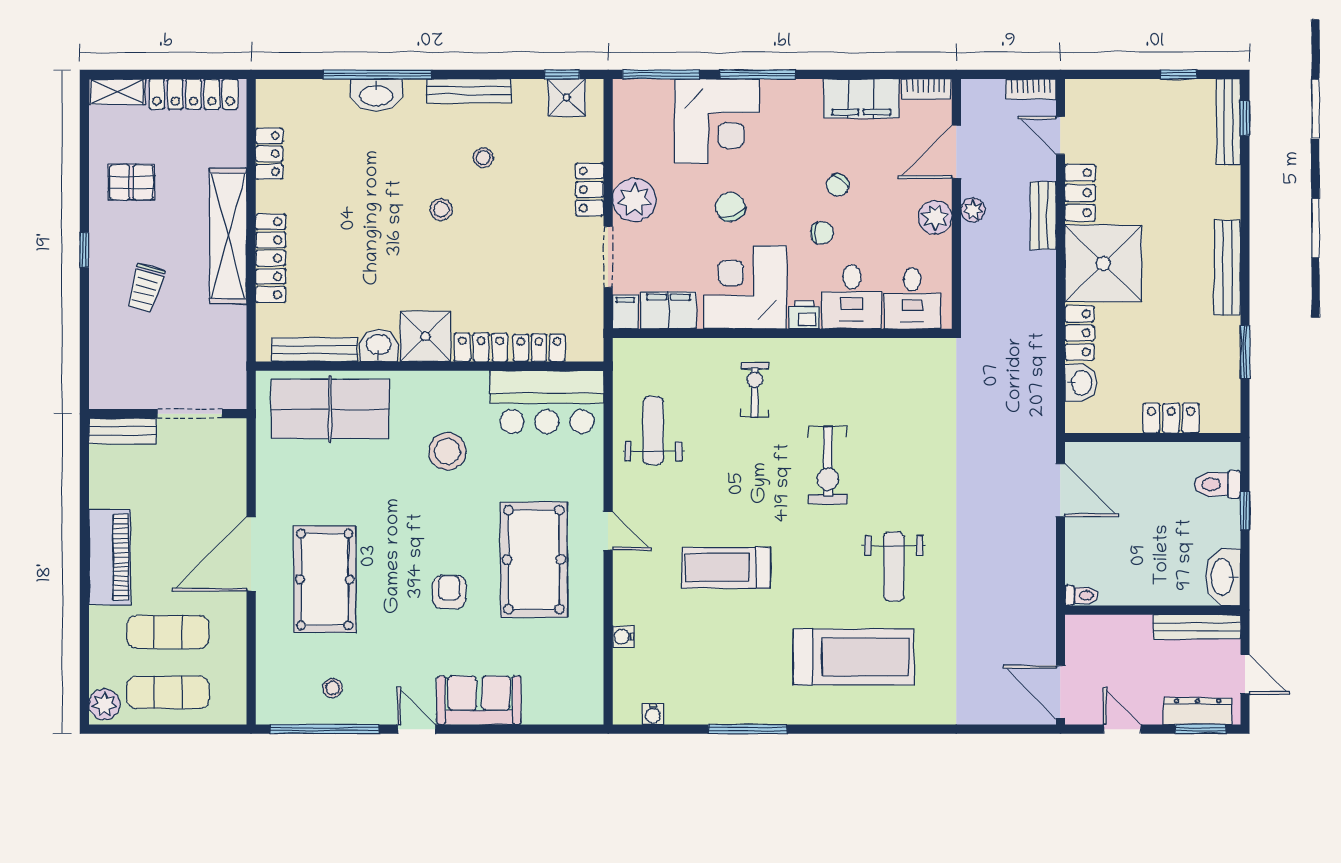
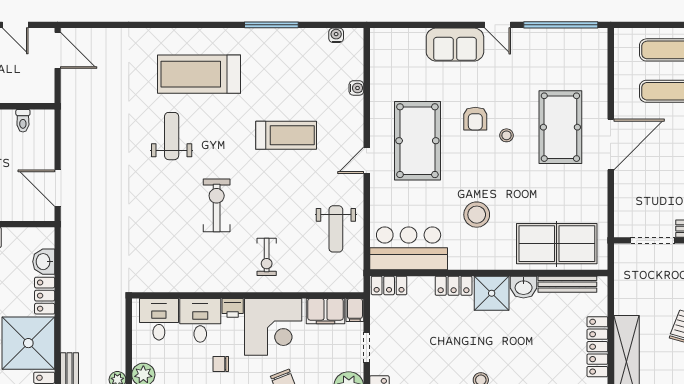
doorway: (608, 257) -> (367, 348), width x0.73
locker: (539, 348) -> (389, 285), moved
door: (608, 531) -> (367, 160), hinge flipped
toilet: (1082, 595) -> (23, 121), moved, turned -90
stool: (333, 688) -> (506, 135), moved

